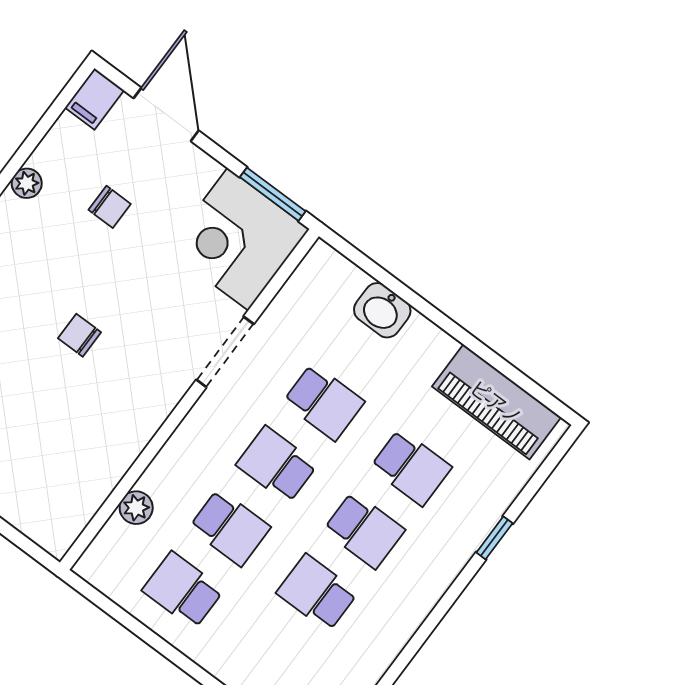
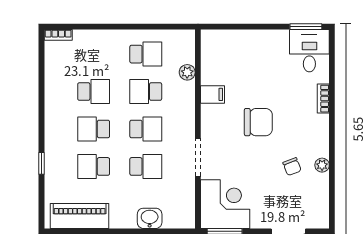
filing cabinet: (94, 99) -> (213, 94), moved, turned 90
chair: (110, 207) -> (292, 167), moved, turned -111
chair: (80, 335) -> (258, 122), width x1.87, depth x1.87
school desk: (324, 402) -> (146, 166), turned 180

